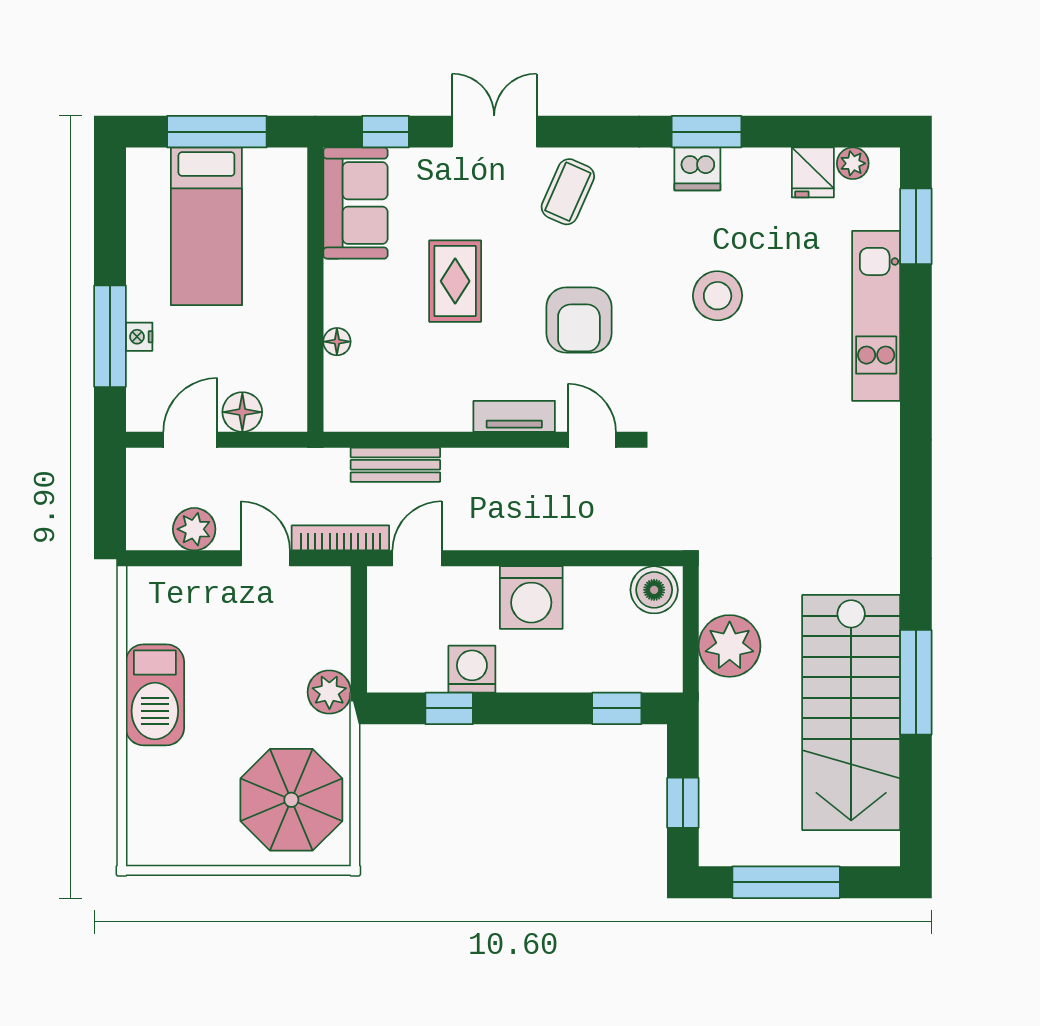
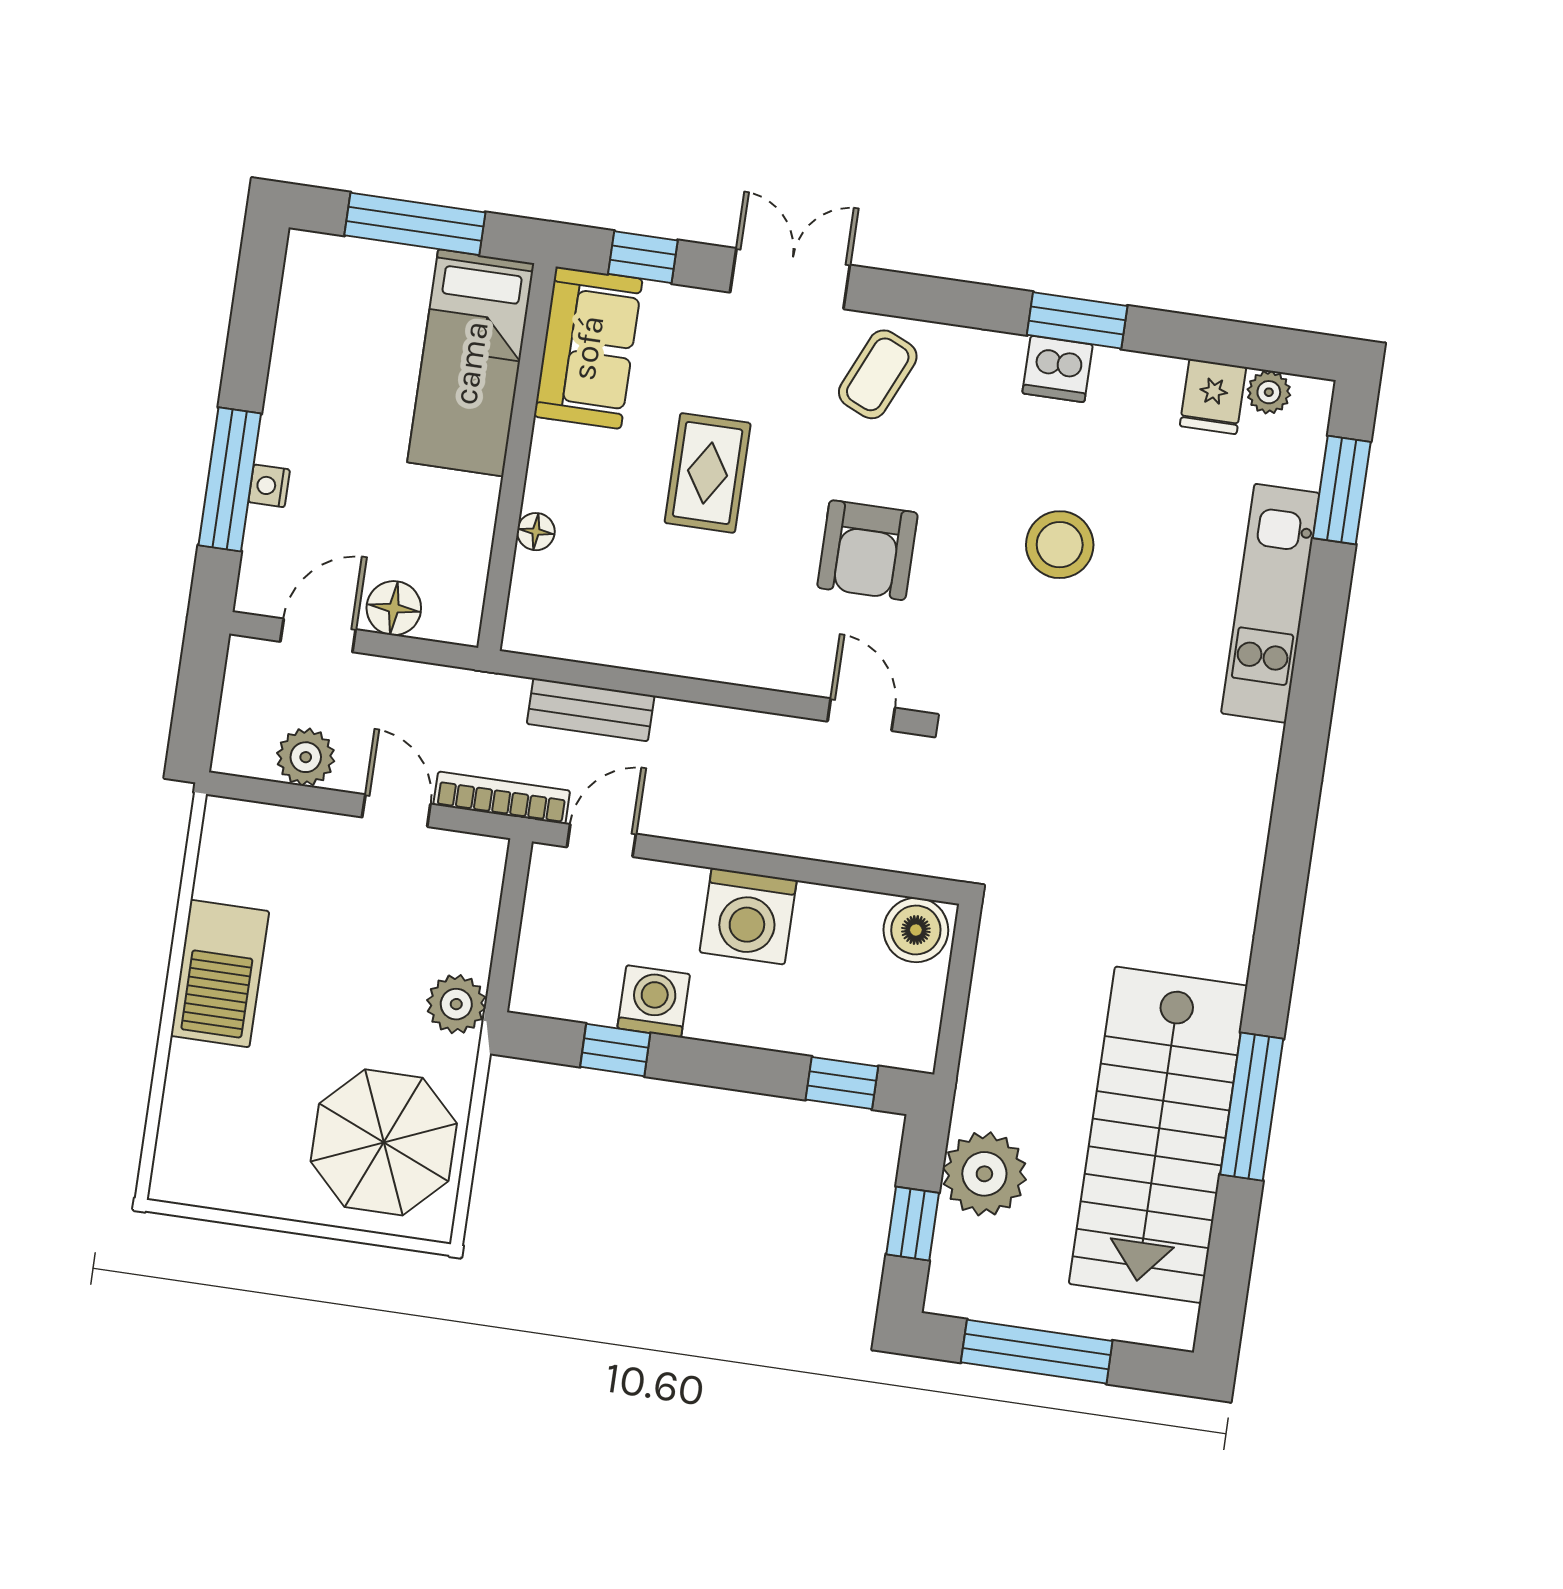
bed: (206, 226) -> (471, 363), moved
tv unit: (514, 416) -> (761, 668), removed
plant: (730, 646) -> (984, 1174), moved

